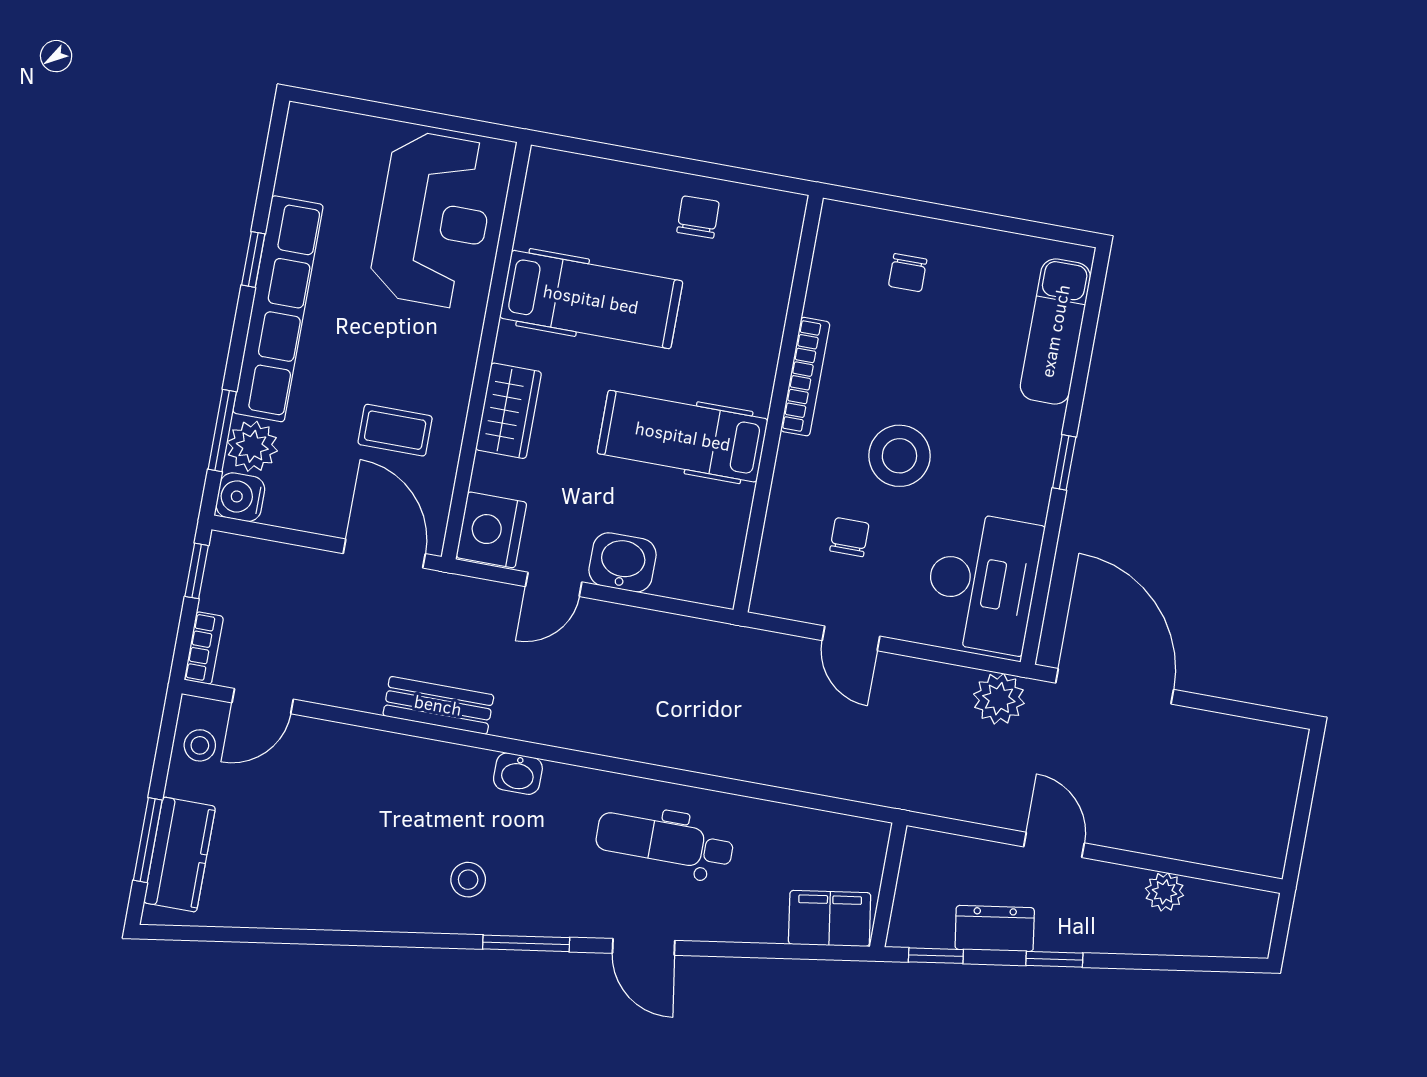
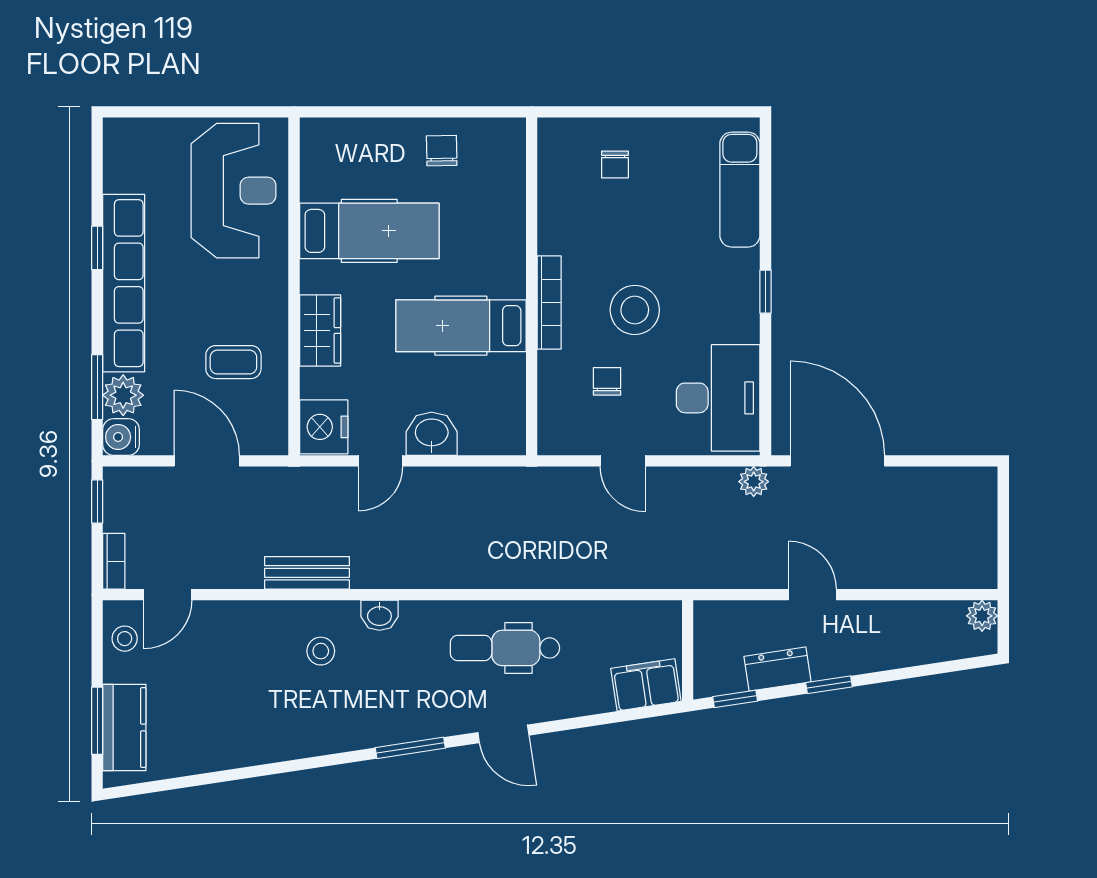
bookcase: (805, 377) -> (549, 303), moved
door: (384, 554) -> (207, 461), moved
plant: (999, 699) -> (754, 482), width x0.73, depth x0.73
stool: (468, 880) -> (321, 651), moved
plant: (1165, 892) -> (982, 616), moved

